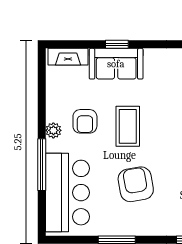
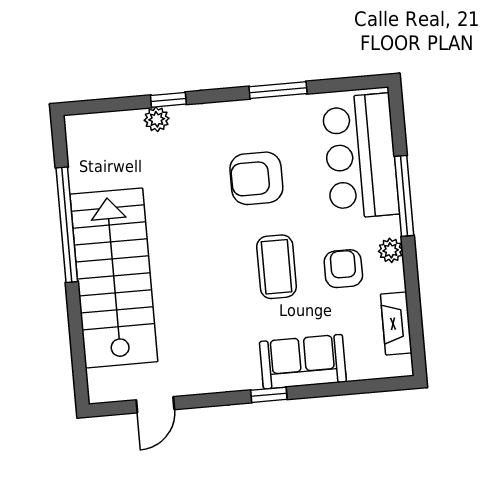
window: (117, 44) -> (269, 395), moved
fireplace: (68, 57) -> (396, 324), moved, turned -90
armchair: (136, 184) -> (256, 178), turned 100

